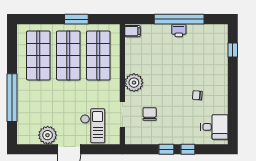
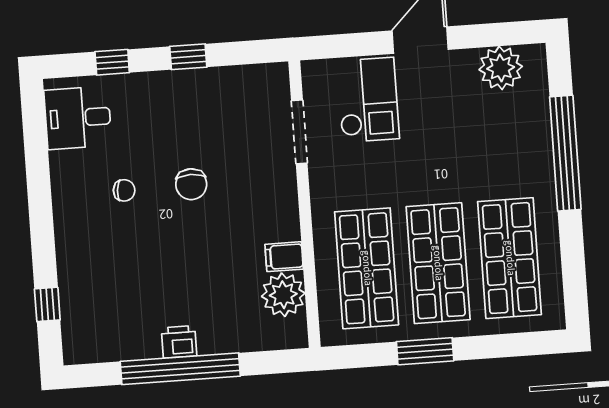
filing cabinet: (132, 31) -> (284, 257), moved
plant: (134, 83) -> (283, 295), moved
chair: (150, 114) -> (191, 184), moved
checkout: (93, 126) -> (368, 100), turned 180
plant: (48, 135) -> (501, 68), moved
window: (188, 149) -> (112, 62), moved

